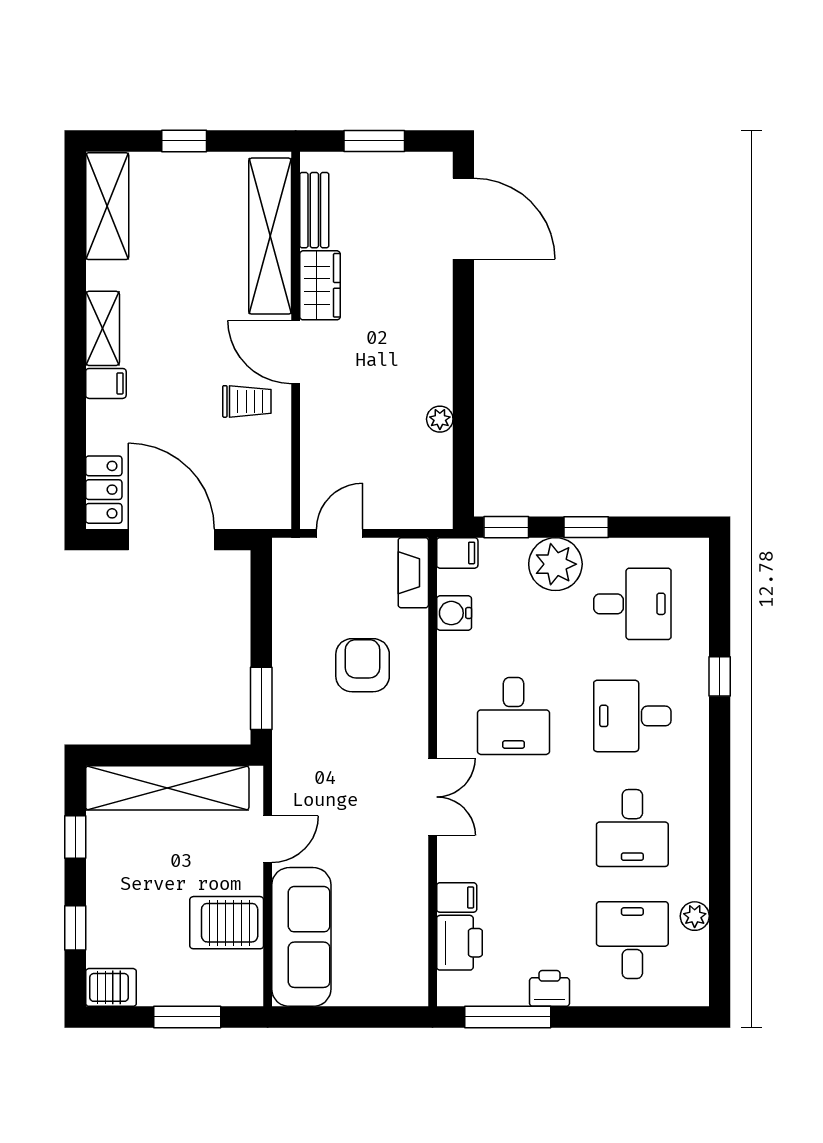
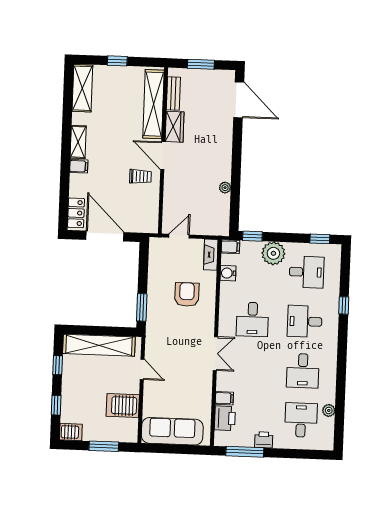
window: (586, 527) -> (320, 239), moved
door: (268, 839) -> (142, 369), hinge flipped
sofa: (301, 937) -> (172, 431), moved, turned -90

